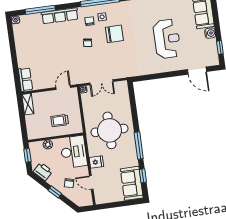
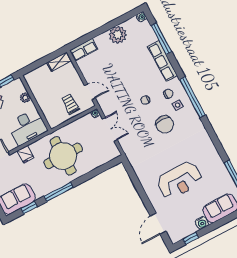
plant: (23, 46) -> (118, 35), added
double door: (101, 82) -> (110, 129), swing flipped
trolley: (60, 121) -> (70, 104), moved

